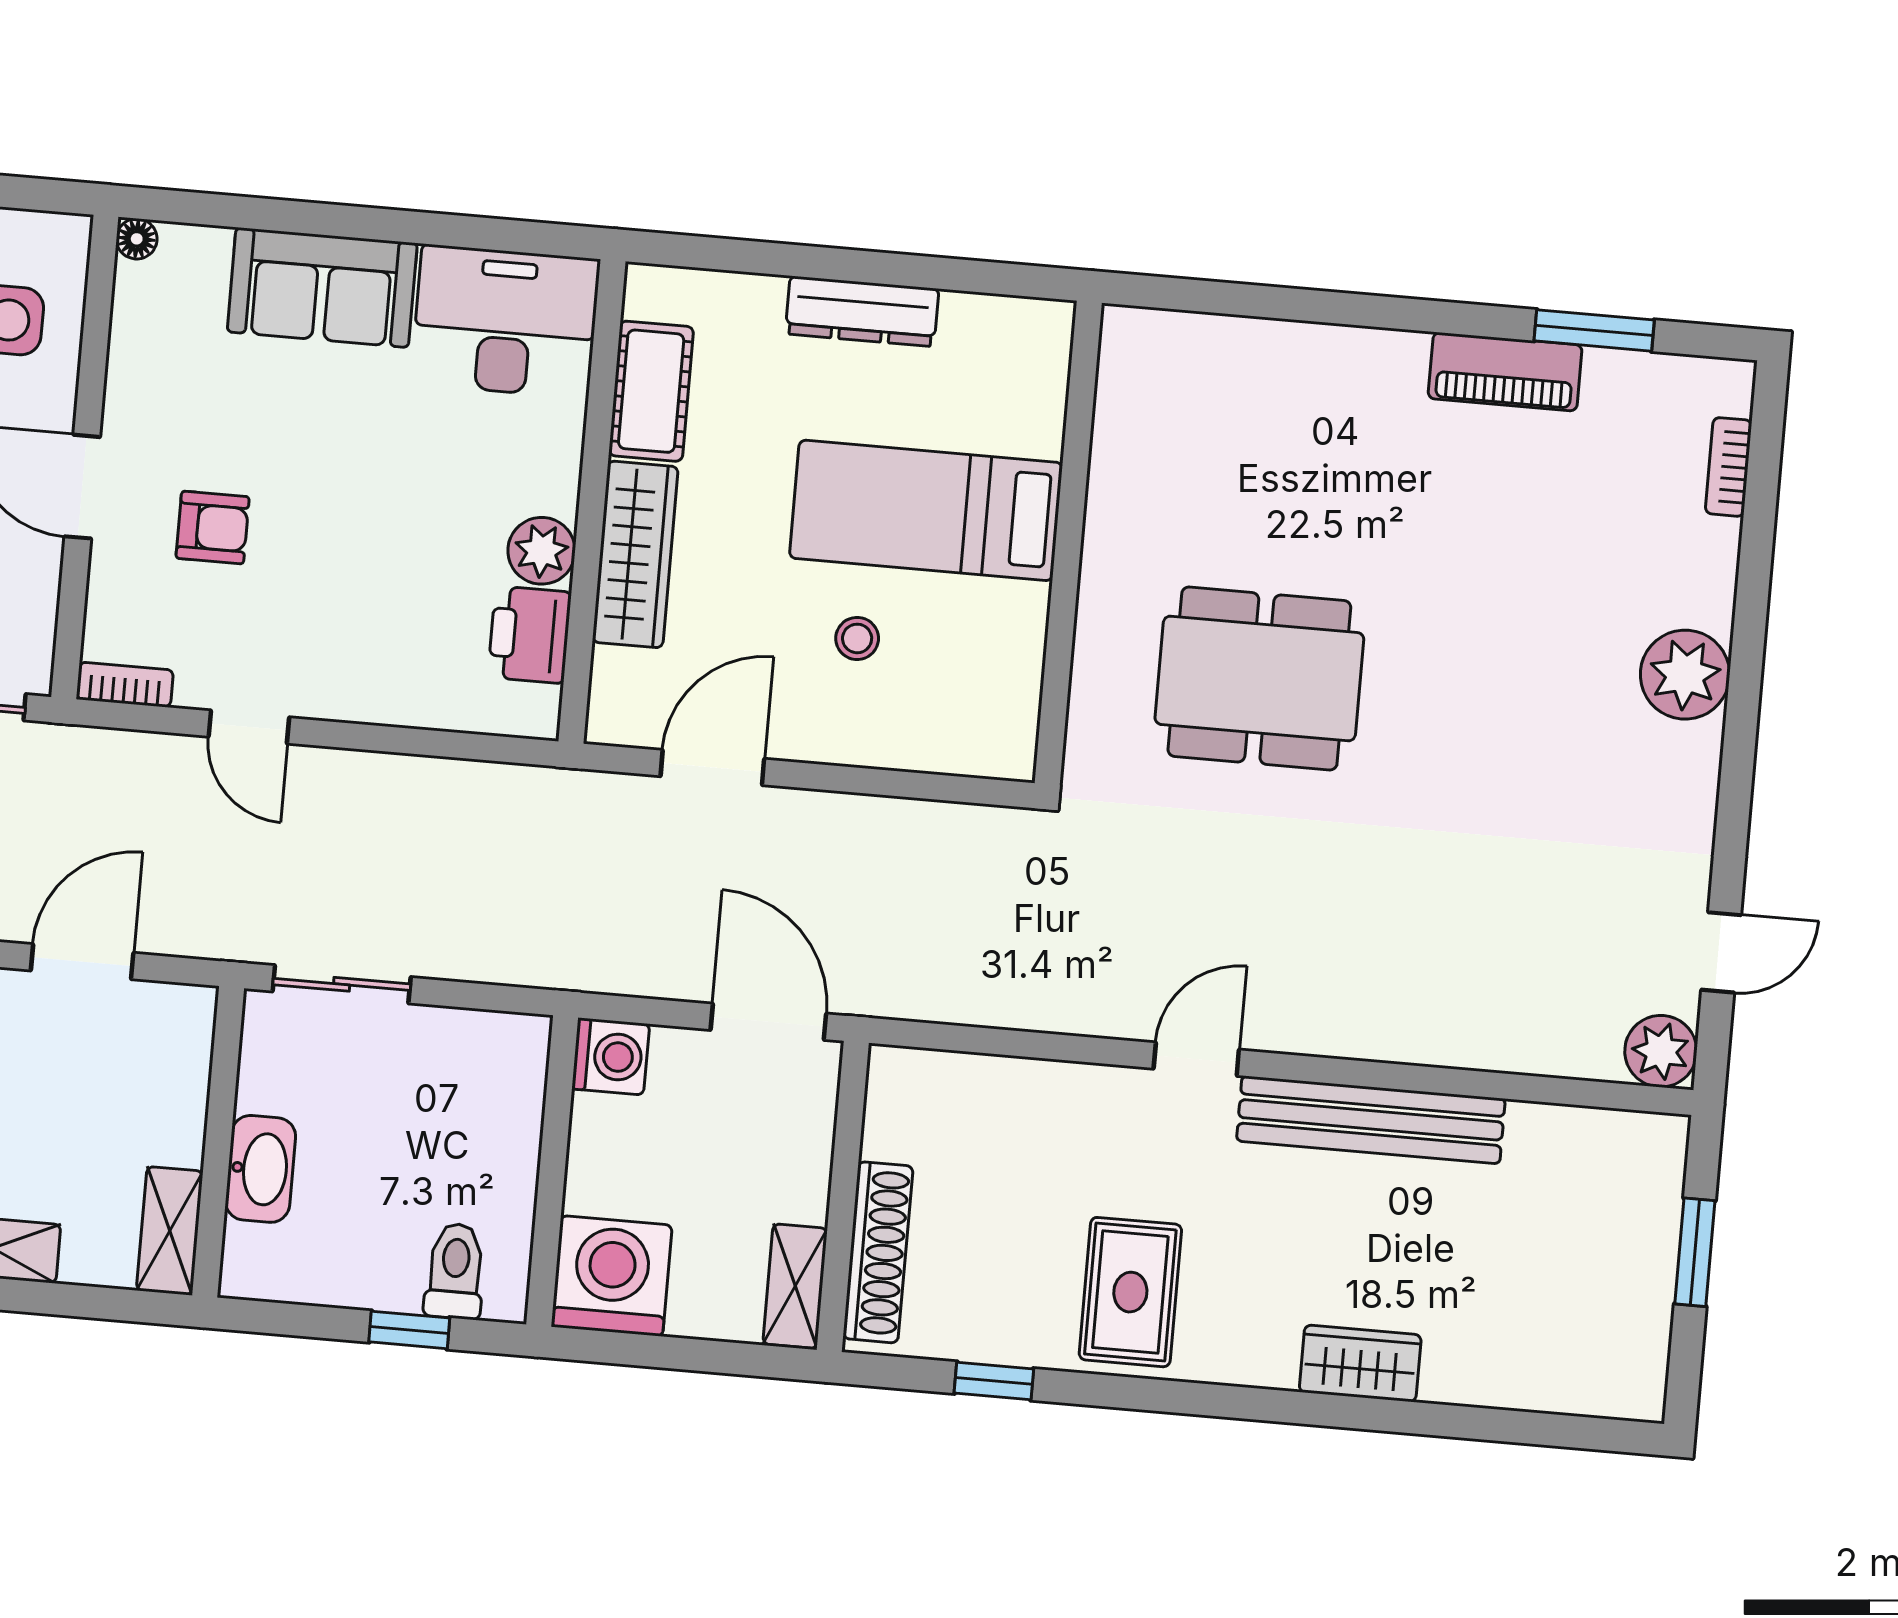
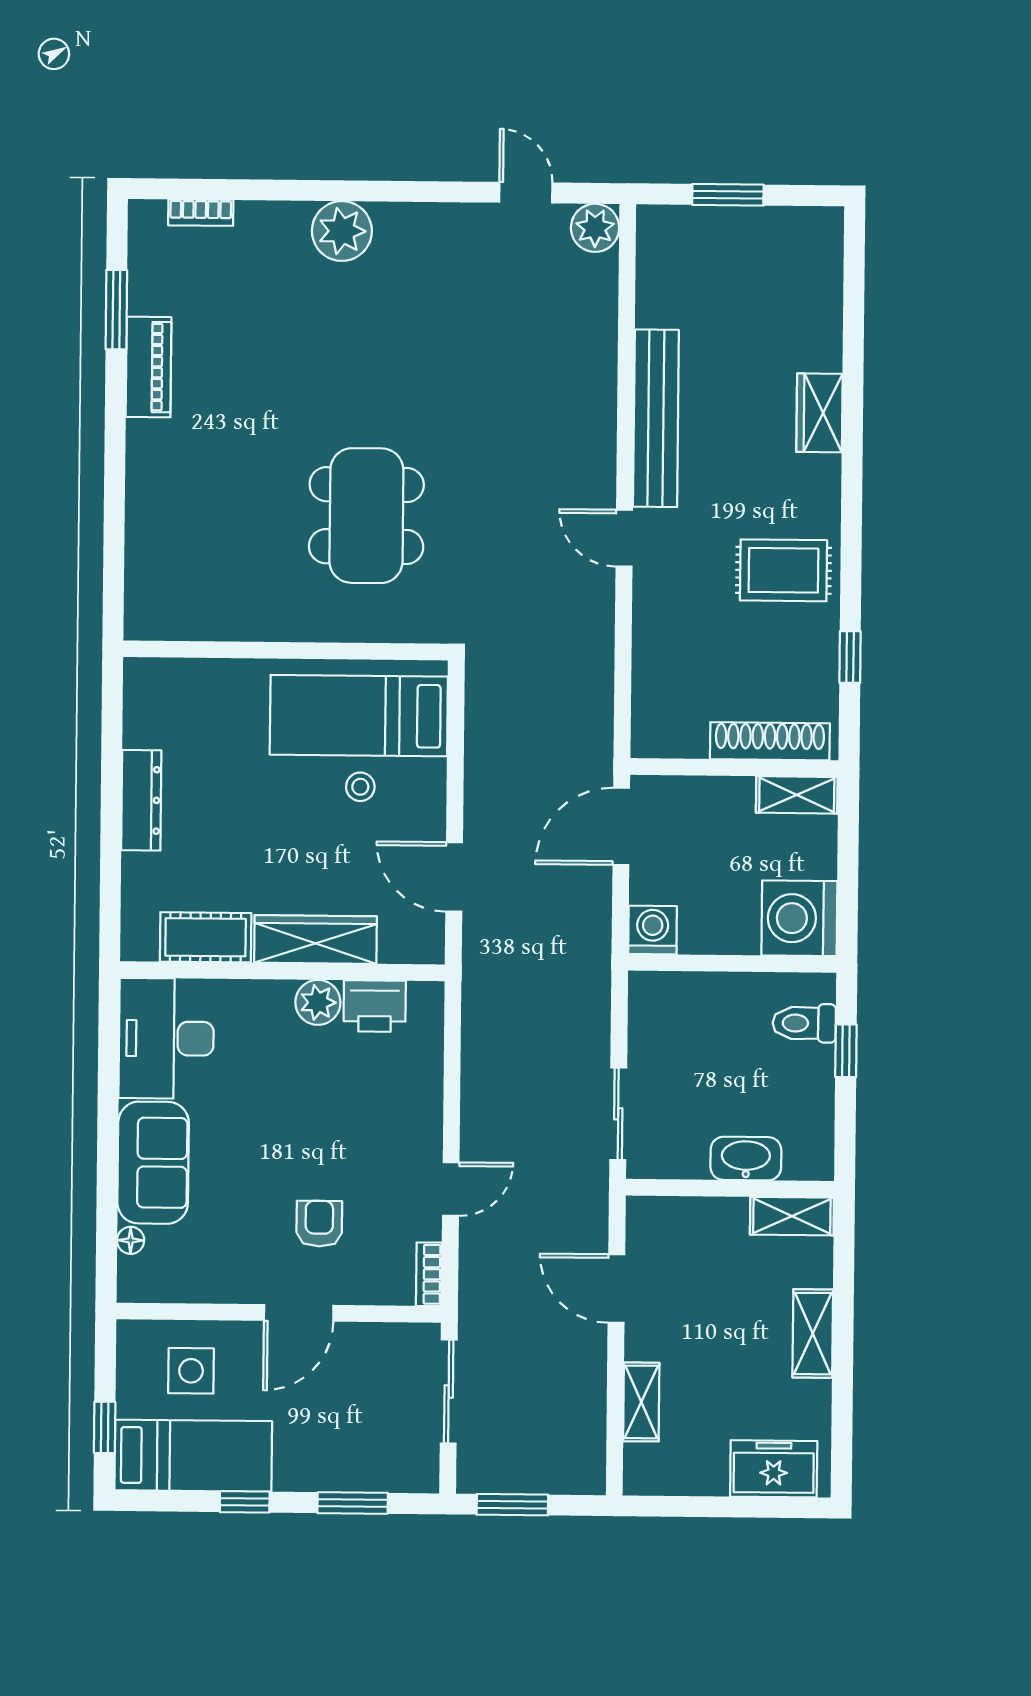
floor lamp: (137, 239) -> (131, 1240), moved
bed: (926, 510) -> (359, 716), moved, turned 90

